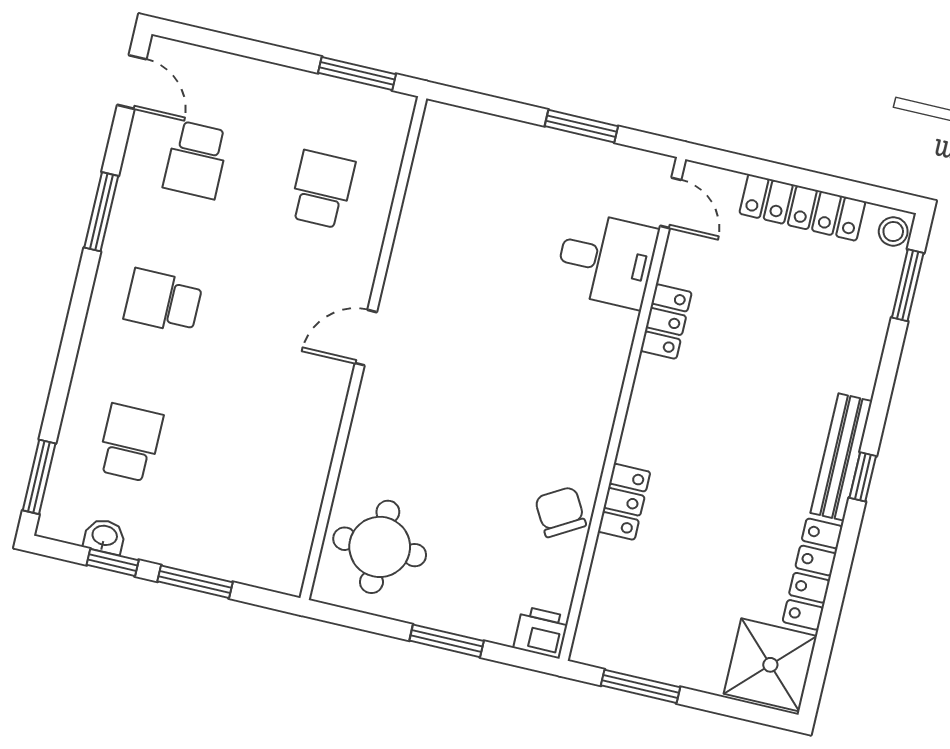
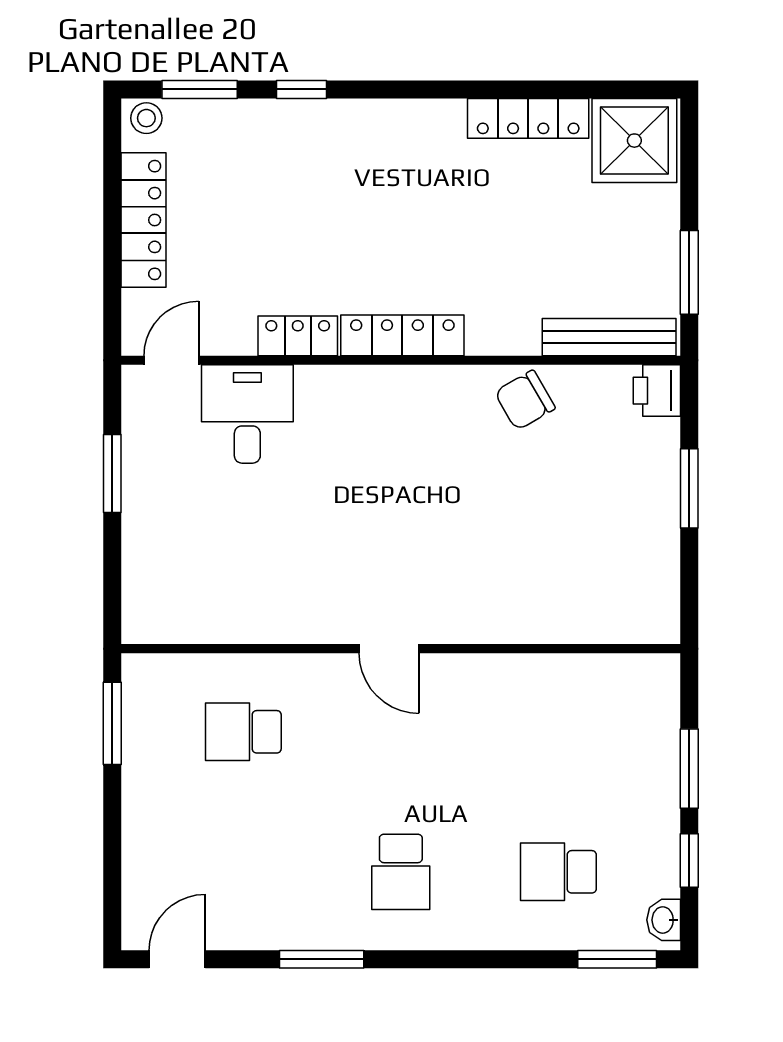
school desk: (196, 160) -> (243, 872), removed
bench: (841, 457) -> (609, 337), moved
window: (863, 477) -> (302, 89), moved
locker: (624, 502) -> (402, 335), moved, width x1.53
washbasin: (104, 536) -> (664, 920), moved
round table: (380, 547) -> (607, 582), removed

